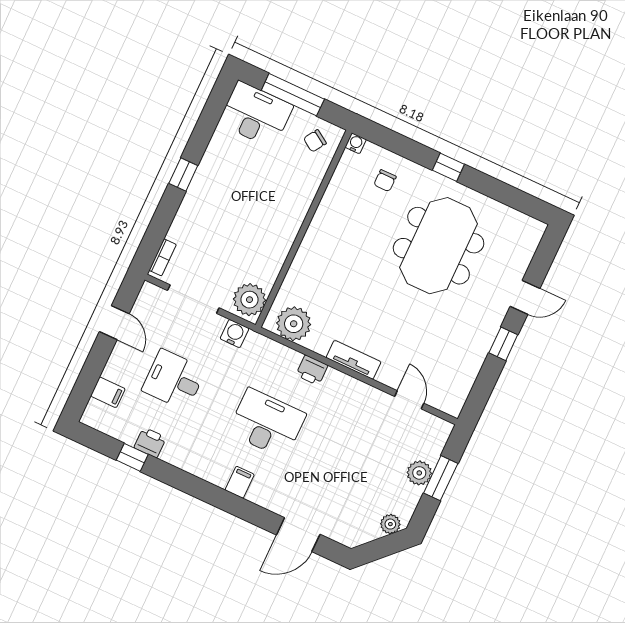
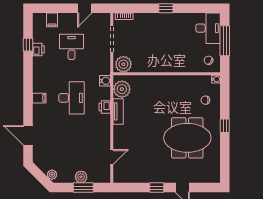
water cooler: (235, 334) -> (105, 81), moved
tv unit: (354, 360) -> (118, 111), moved

